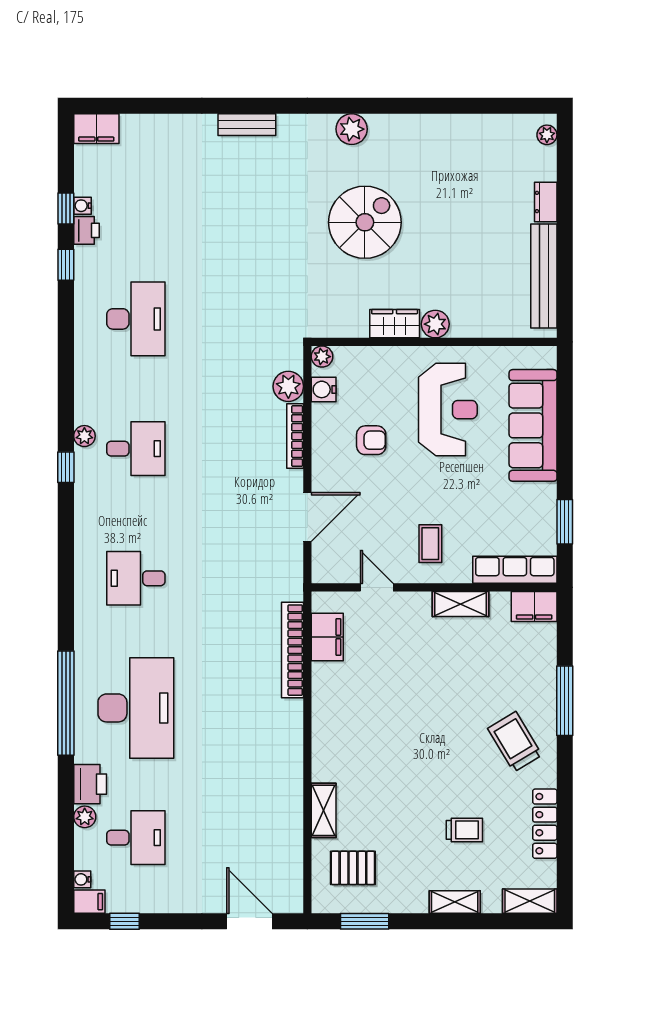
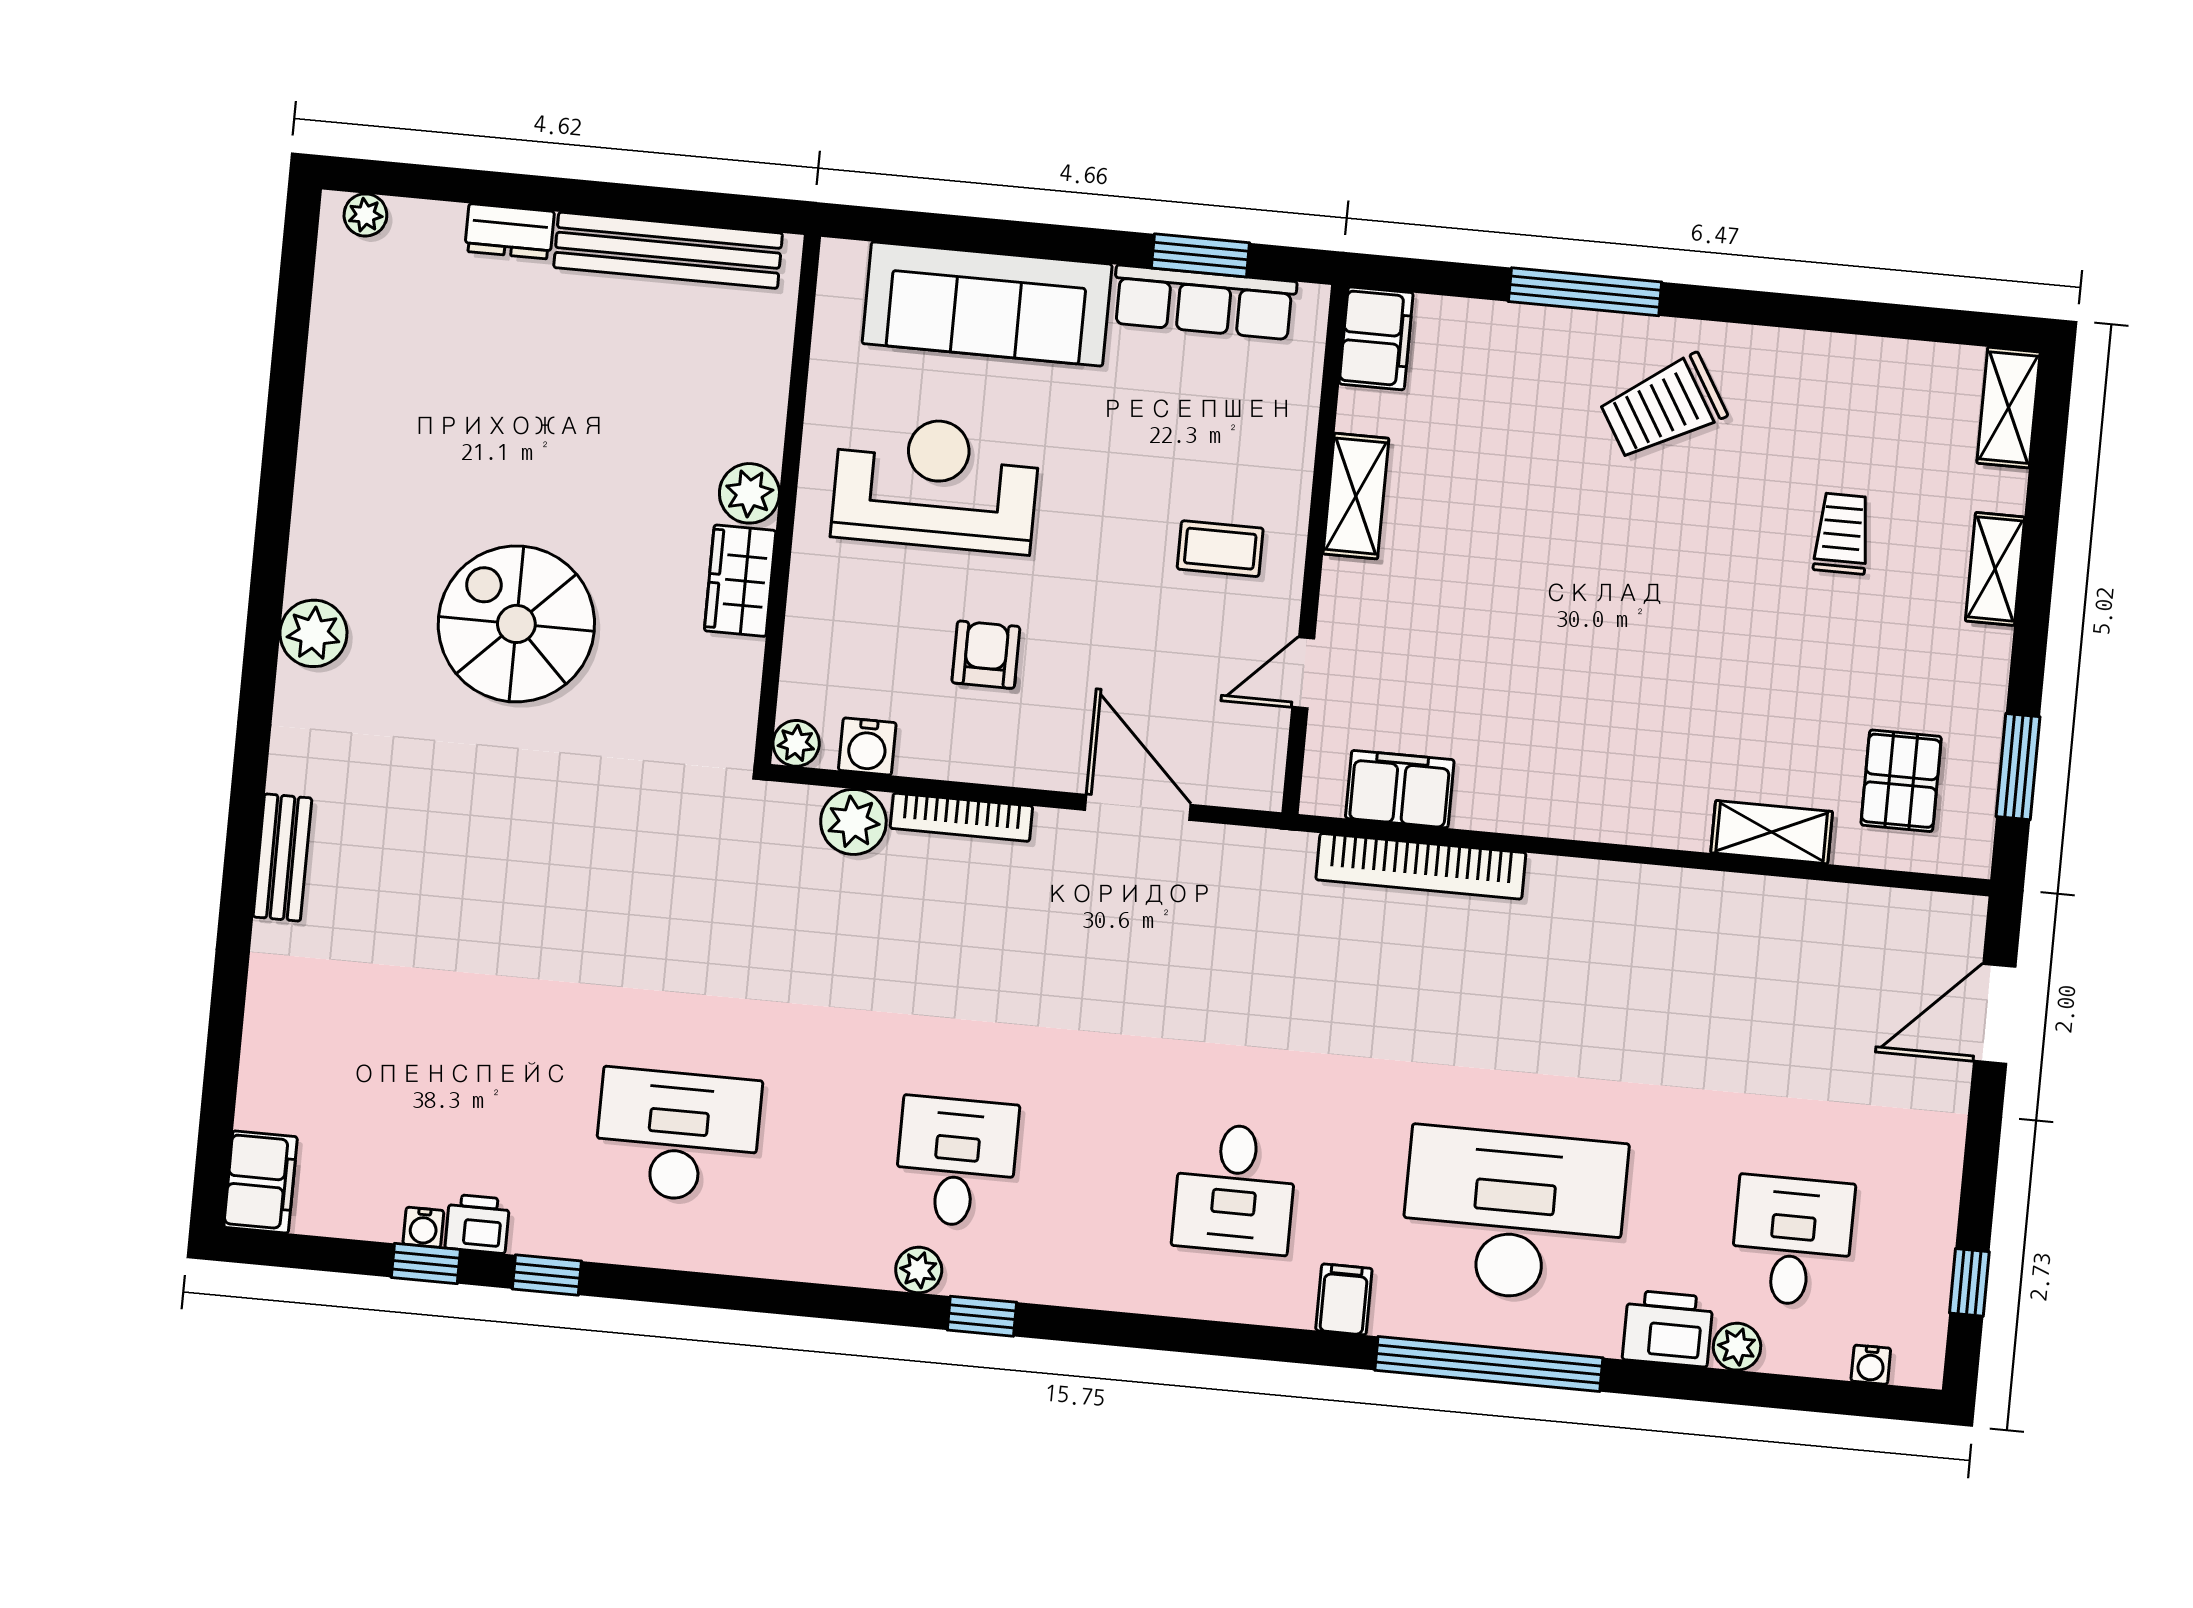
row of seats: (515, 570) -> (1204, 302), moved, turned -90
locker: (545, 824) -> (1845, 359), removed
filing cabinet: (89, 902) -> (1344, 1299), moved

